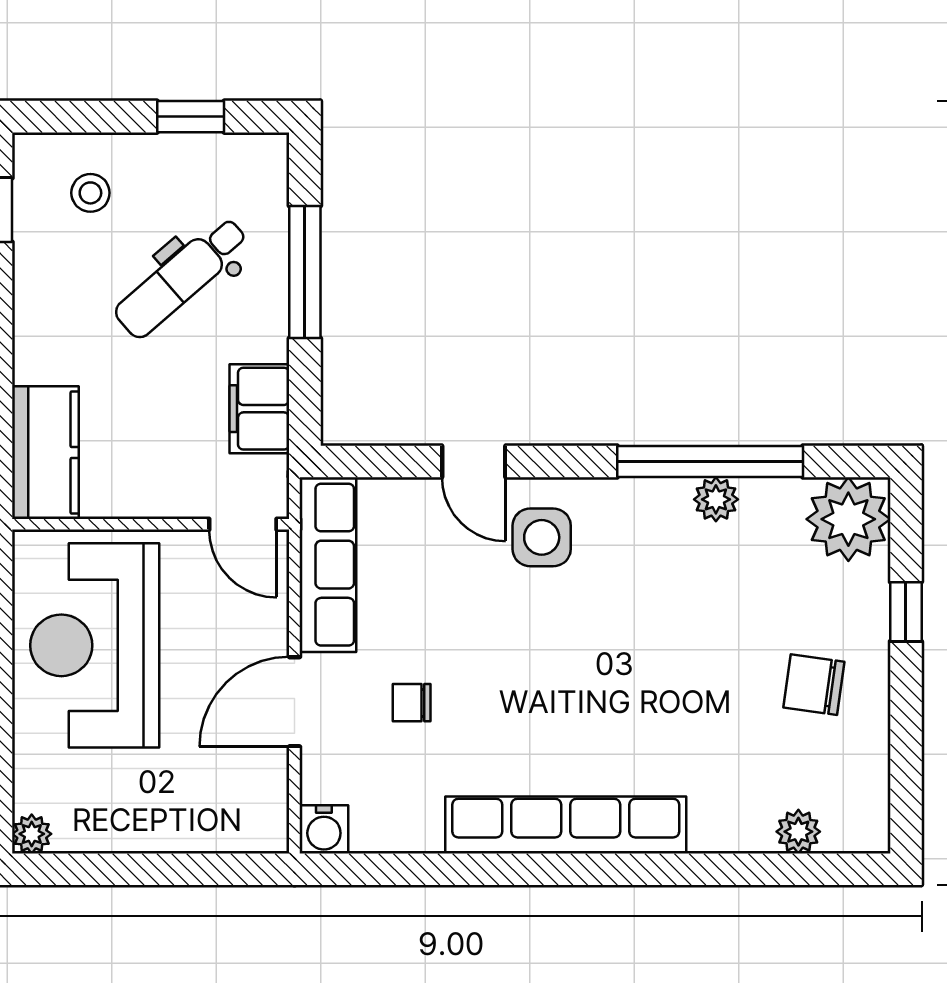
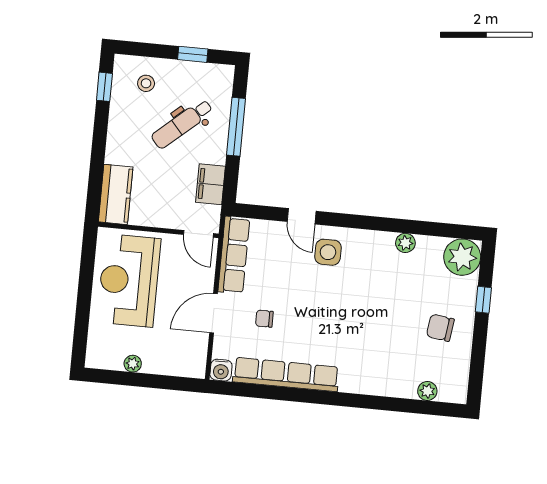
window: (710, 462) -> (404, 226), removed
row of seats: (566, 825) -> (286, 374), moved
plant: (32, 834) -> (133, 364), moved

